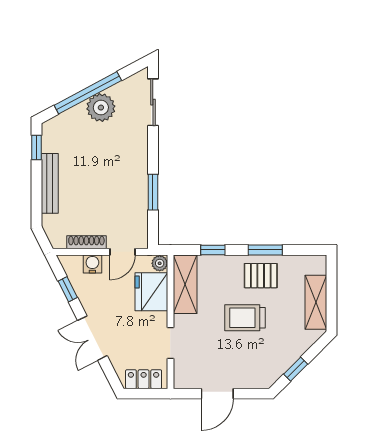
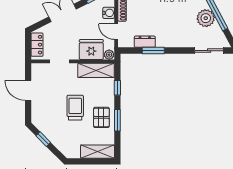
dresser: (139, 206) -> (145, 42), added
shelving: (316, 302) -> (97, 152), moved

